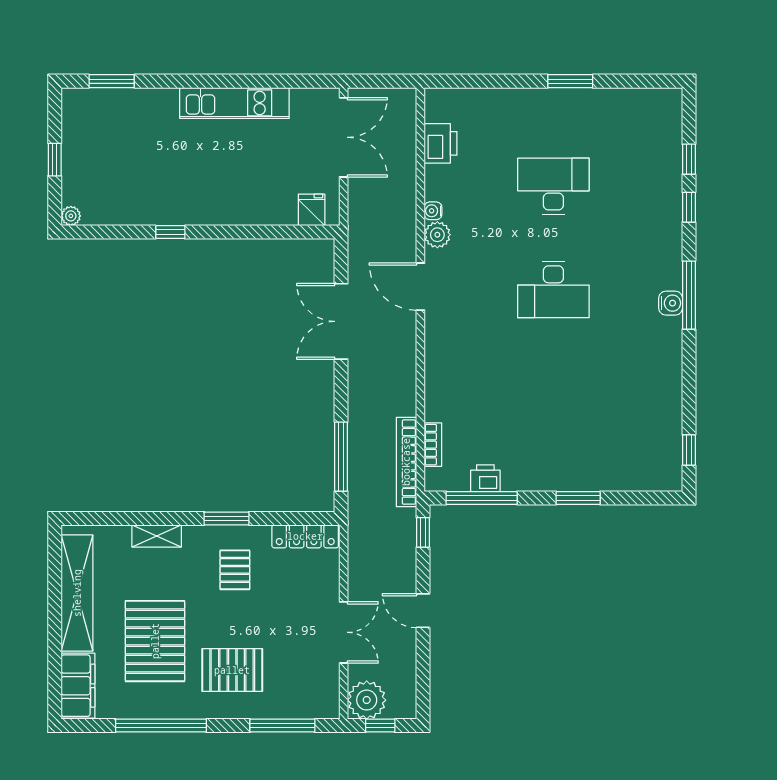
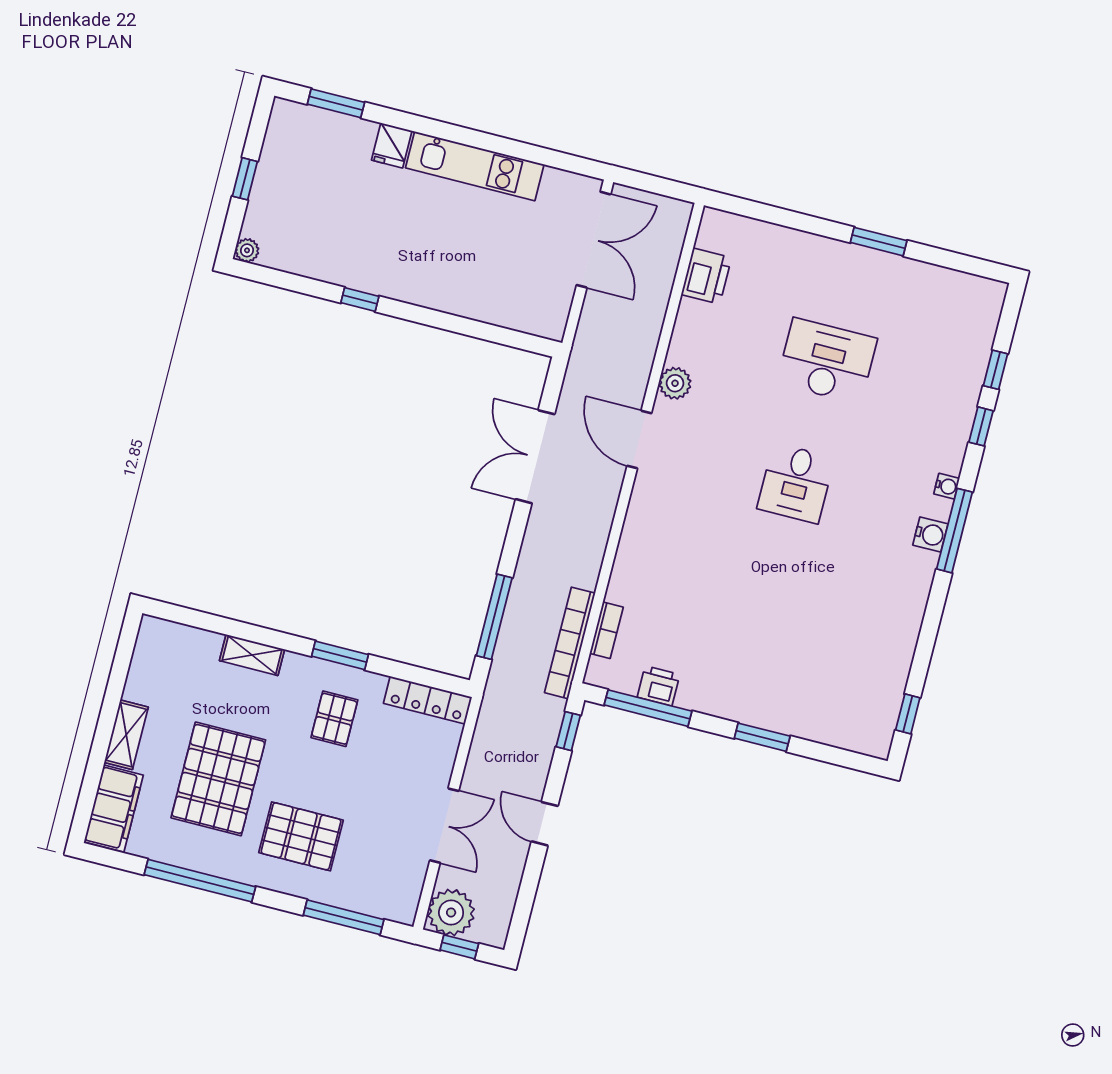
fridge: (312, 210) -> (392, 145), moved, turned 180
water cooler: (433, 211) -> (947, 486), moved, turned 180
desk: (553, 290) -> (796, 483), width x0.73
shelving: (77, 593) -> (126, 735), width x0.45, depth x0.75

